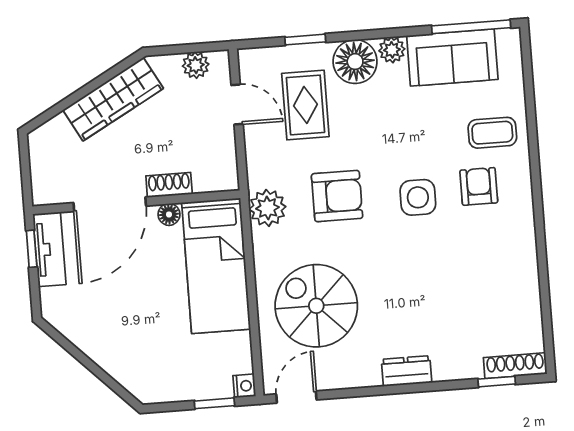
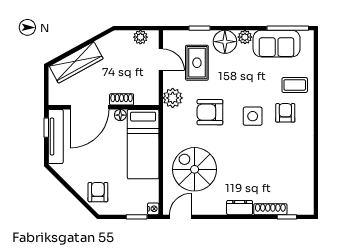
wardrobe: (113, 99) -> (76, 62), moved
armchair: (337, 196) -> (210, 112), turned 180
plant: (267, 208) -> (173, 98), moved
tv unit: (49, 249) -> (56, 136), width x1.41
armchair: (138, 363) -> (98, 192), added
shoe rack: (515, 366) -> (270, 209), moved

